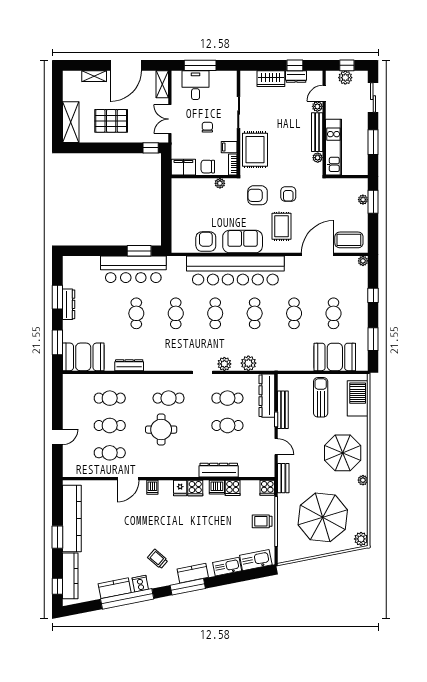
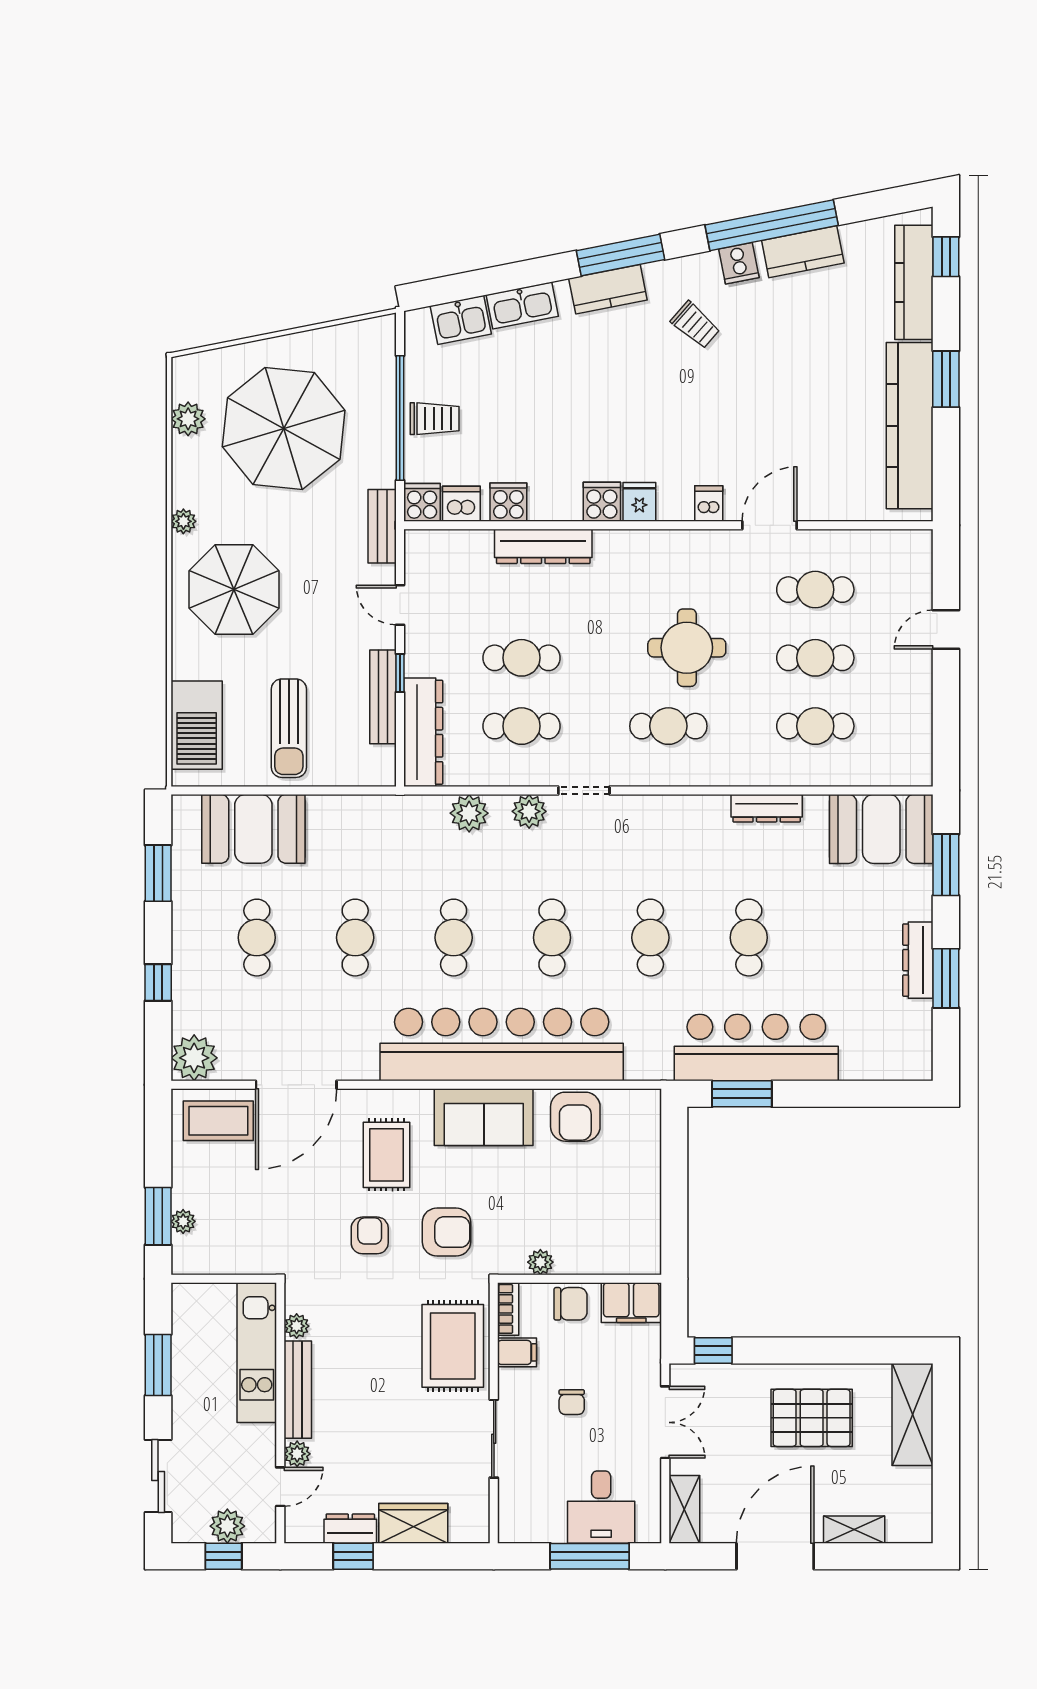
plant: (363, 261) -> (194, 1058), width x1.88, depth x1.88
dishwasher: (217, 487) -> (461, 504), moved
plant: (361, 539) -> (188, 419), moved
kitchen sink: (256, 560) -> (461, 320), width x0.73

